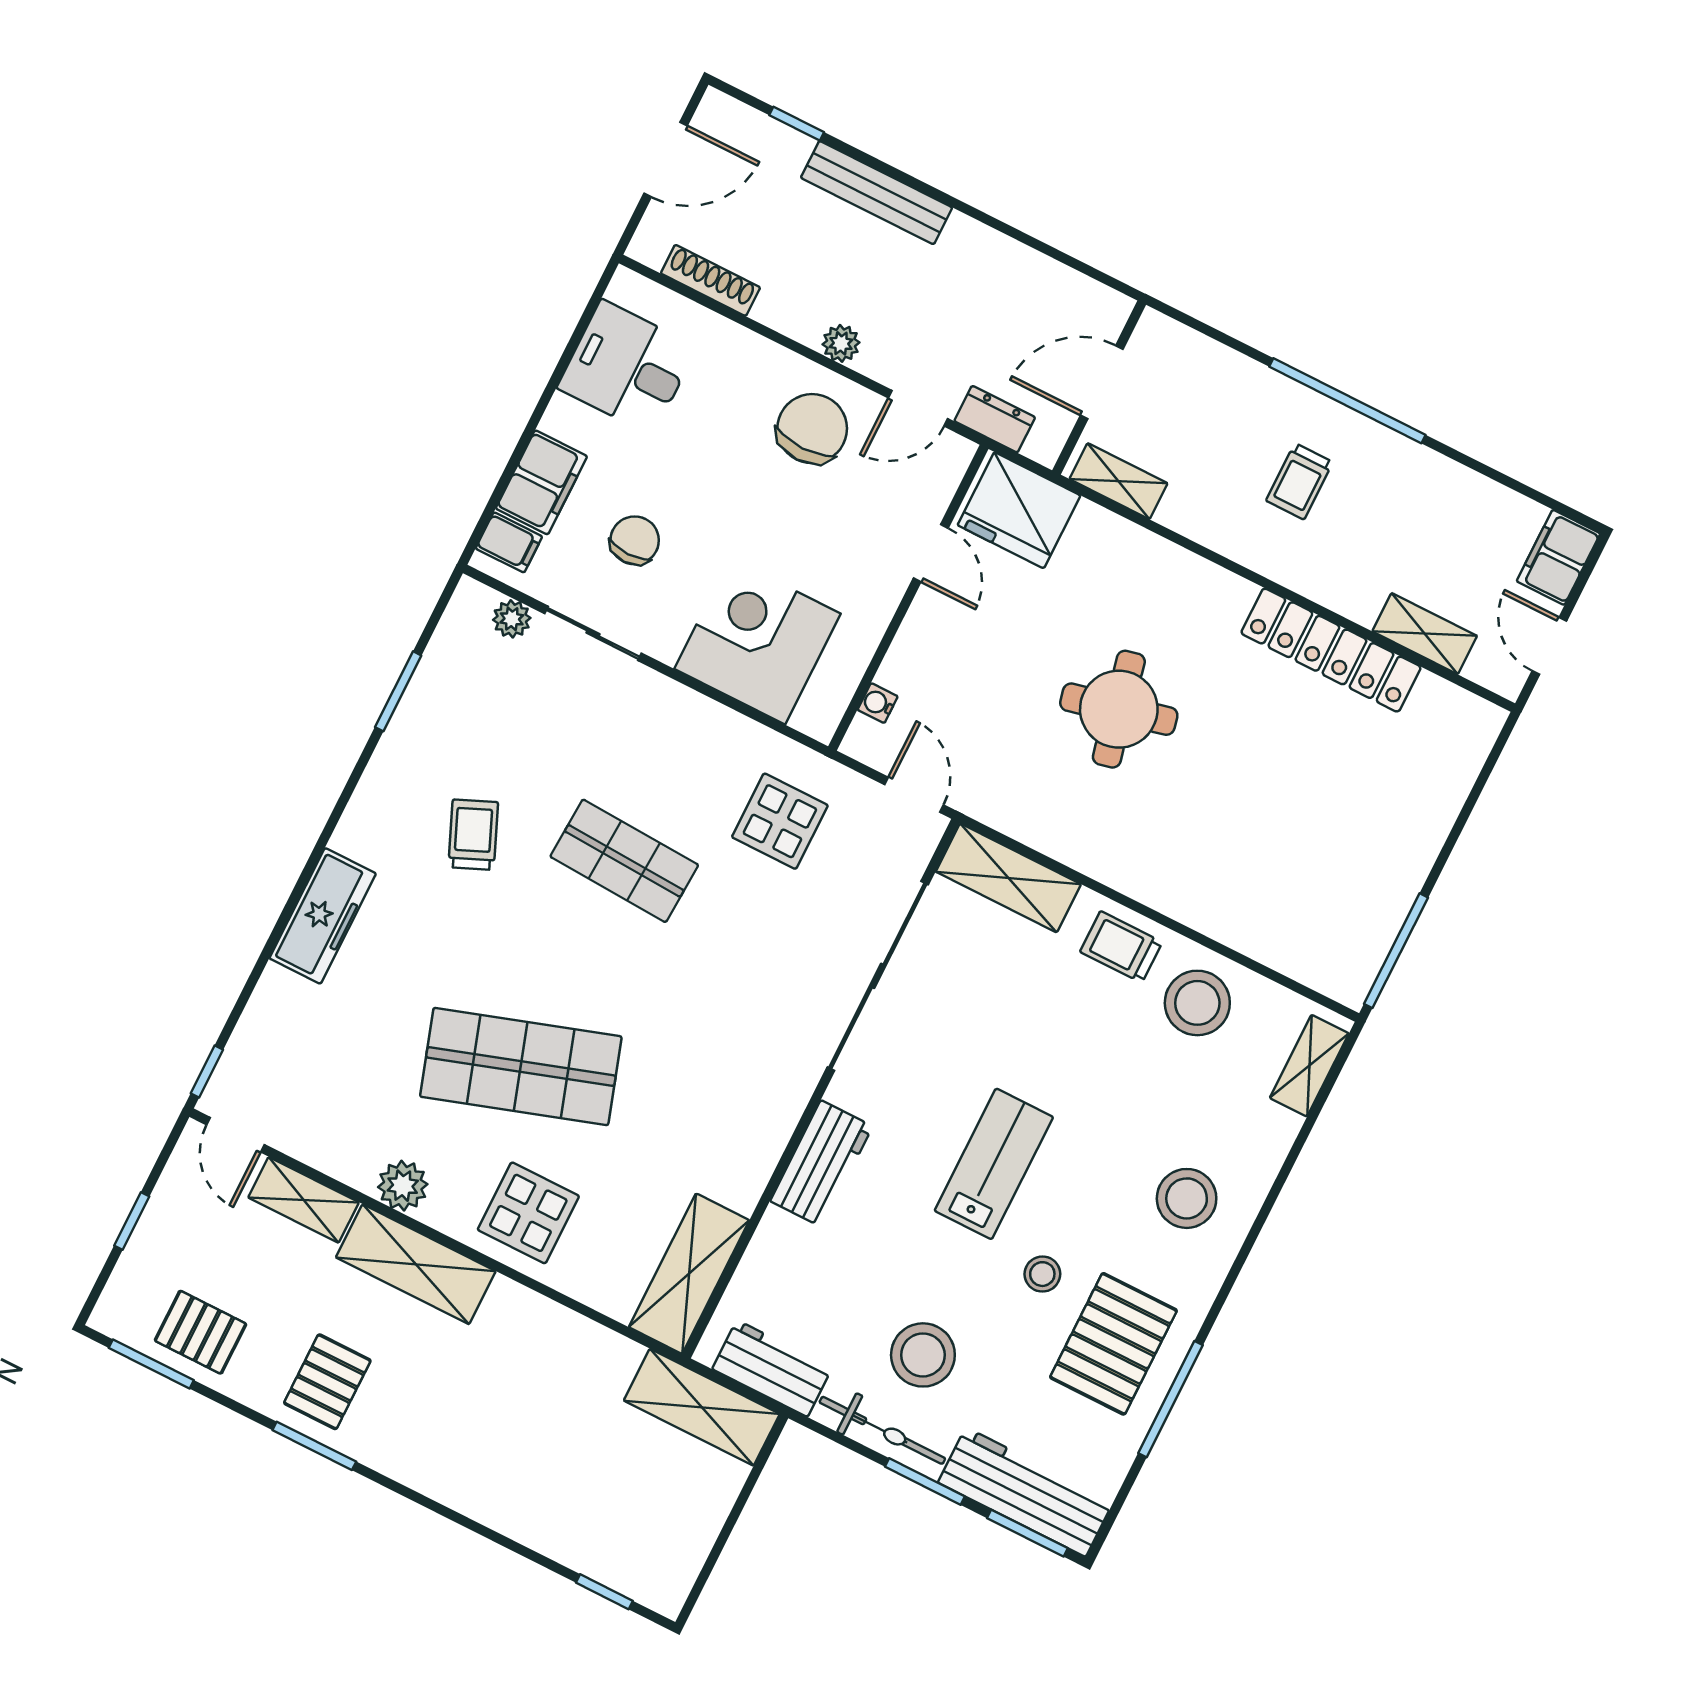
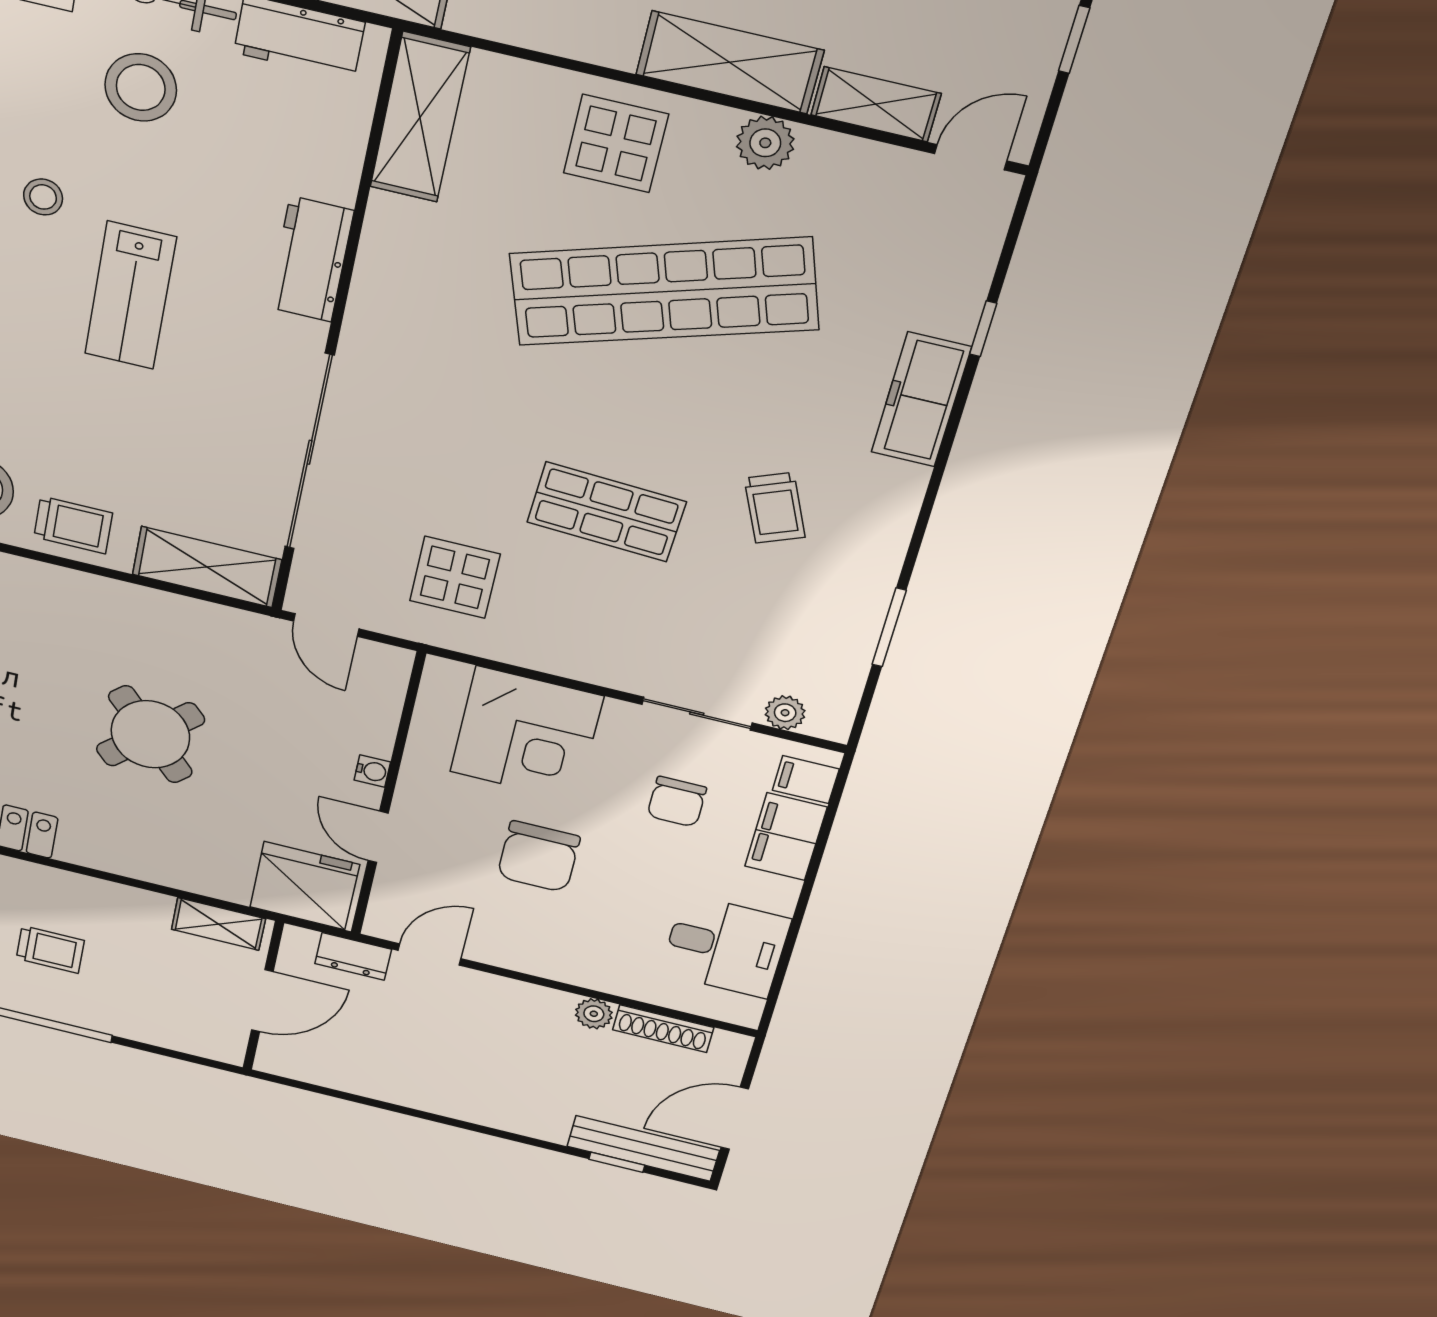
bench: (877, 193) -> (643, 1148), moved
plant: (841, 343) -> (594, 1014), moved
chair: (812, 429) -> (538, 857), moved
trolley: (1299, 481) -> (50, 949), turned 90
water cooler: (878, 703) -> (372, 771), moved
round table: (1119, 709) -> (150, 734), turned -30
shop shelf: (521, 1067) -> (664, 292), width x1.40
window: (207, 1072) -> (983, 329), moved
door: (235, 1135) -> (971, 157), hinge flipped

